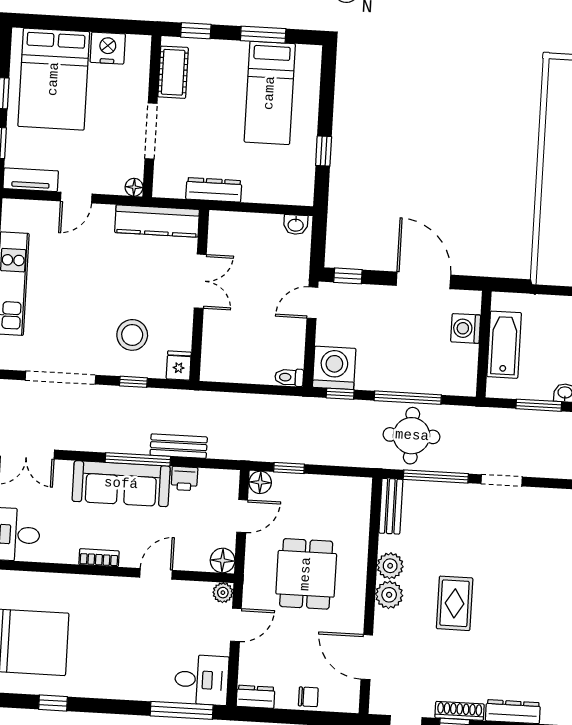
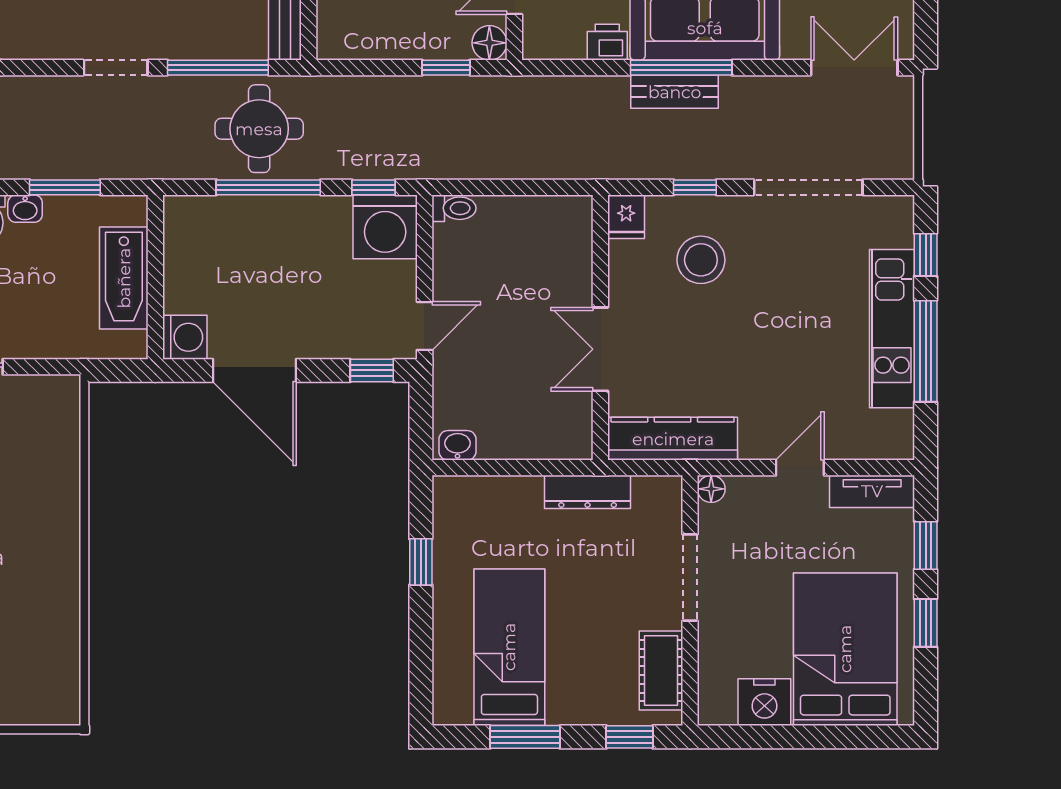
washing machine: (466, 328) -> (185, 337), moved
bench: (179, 446) -> (675, 92), moved

